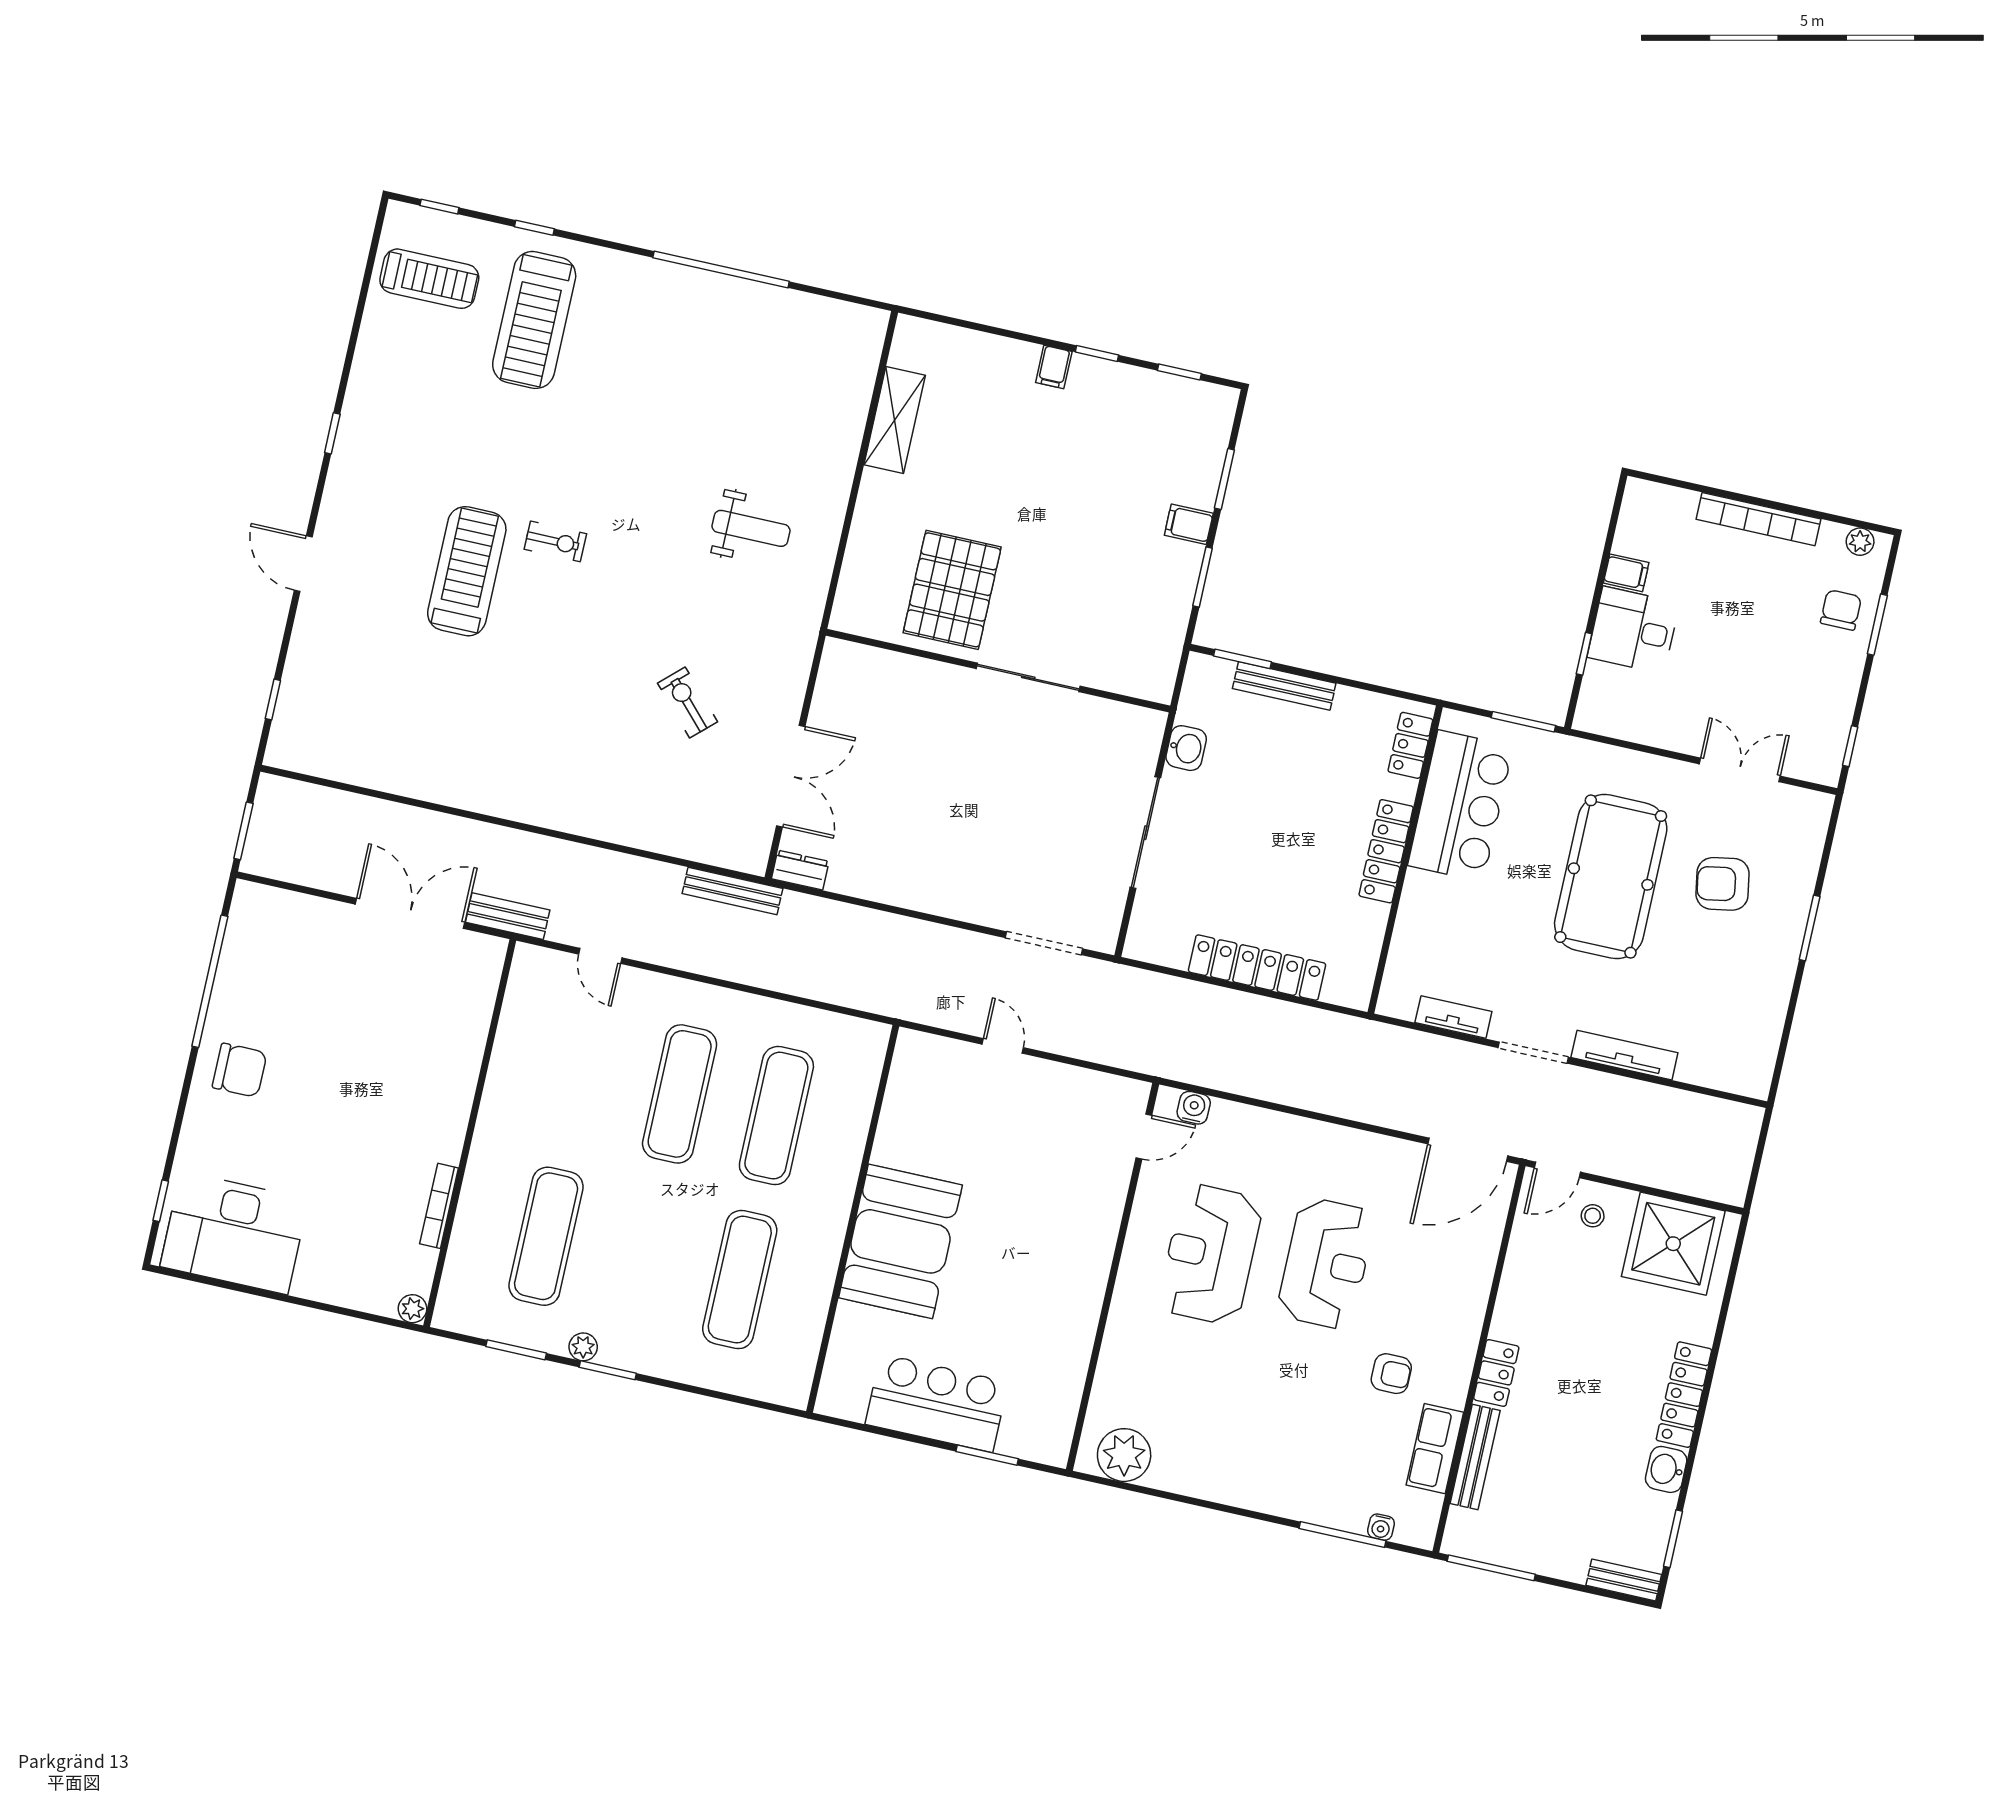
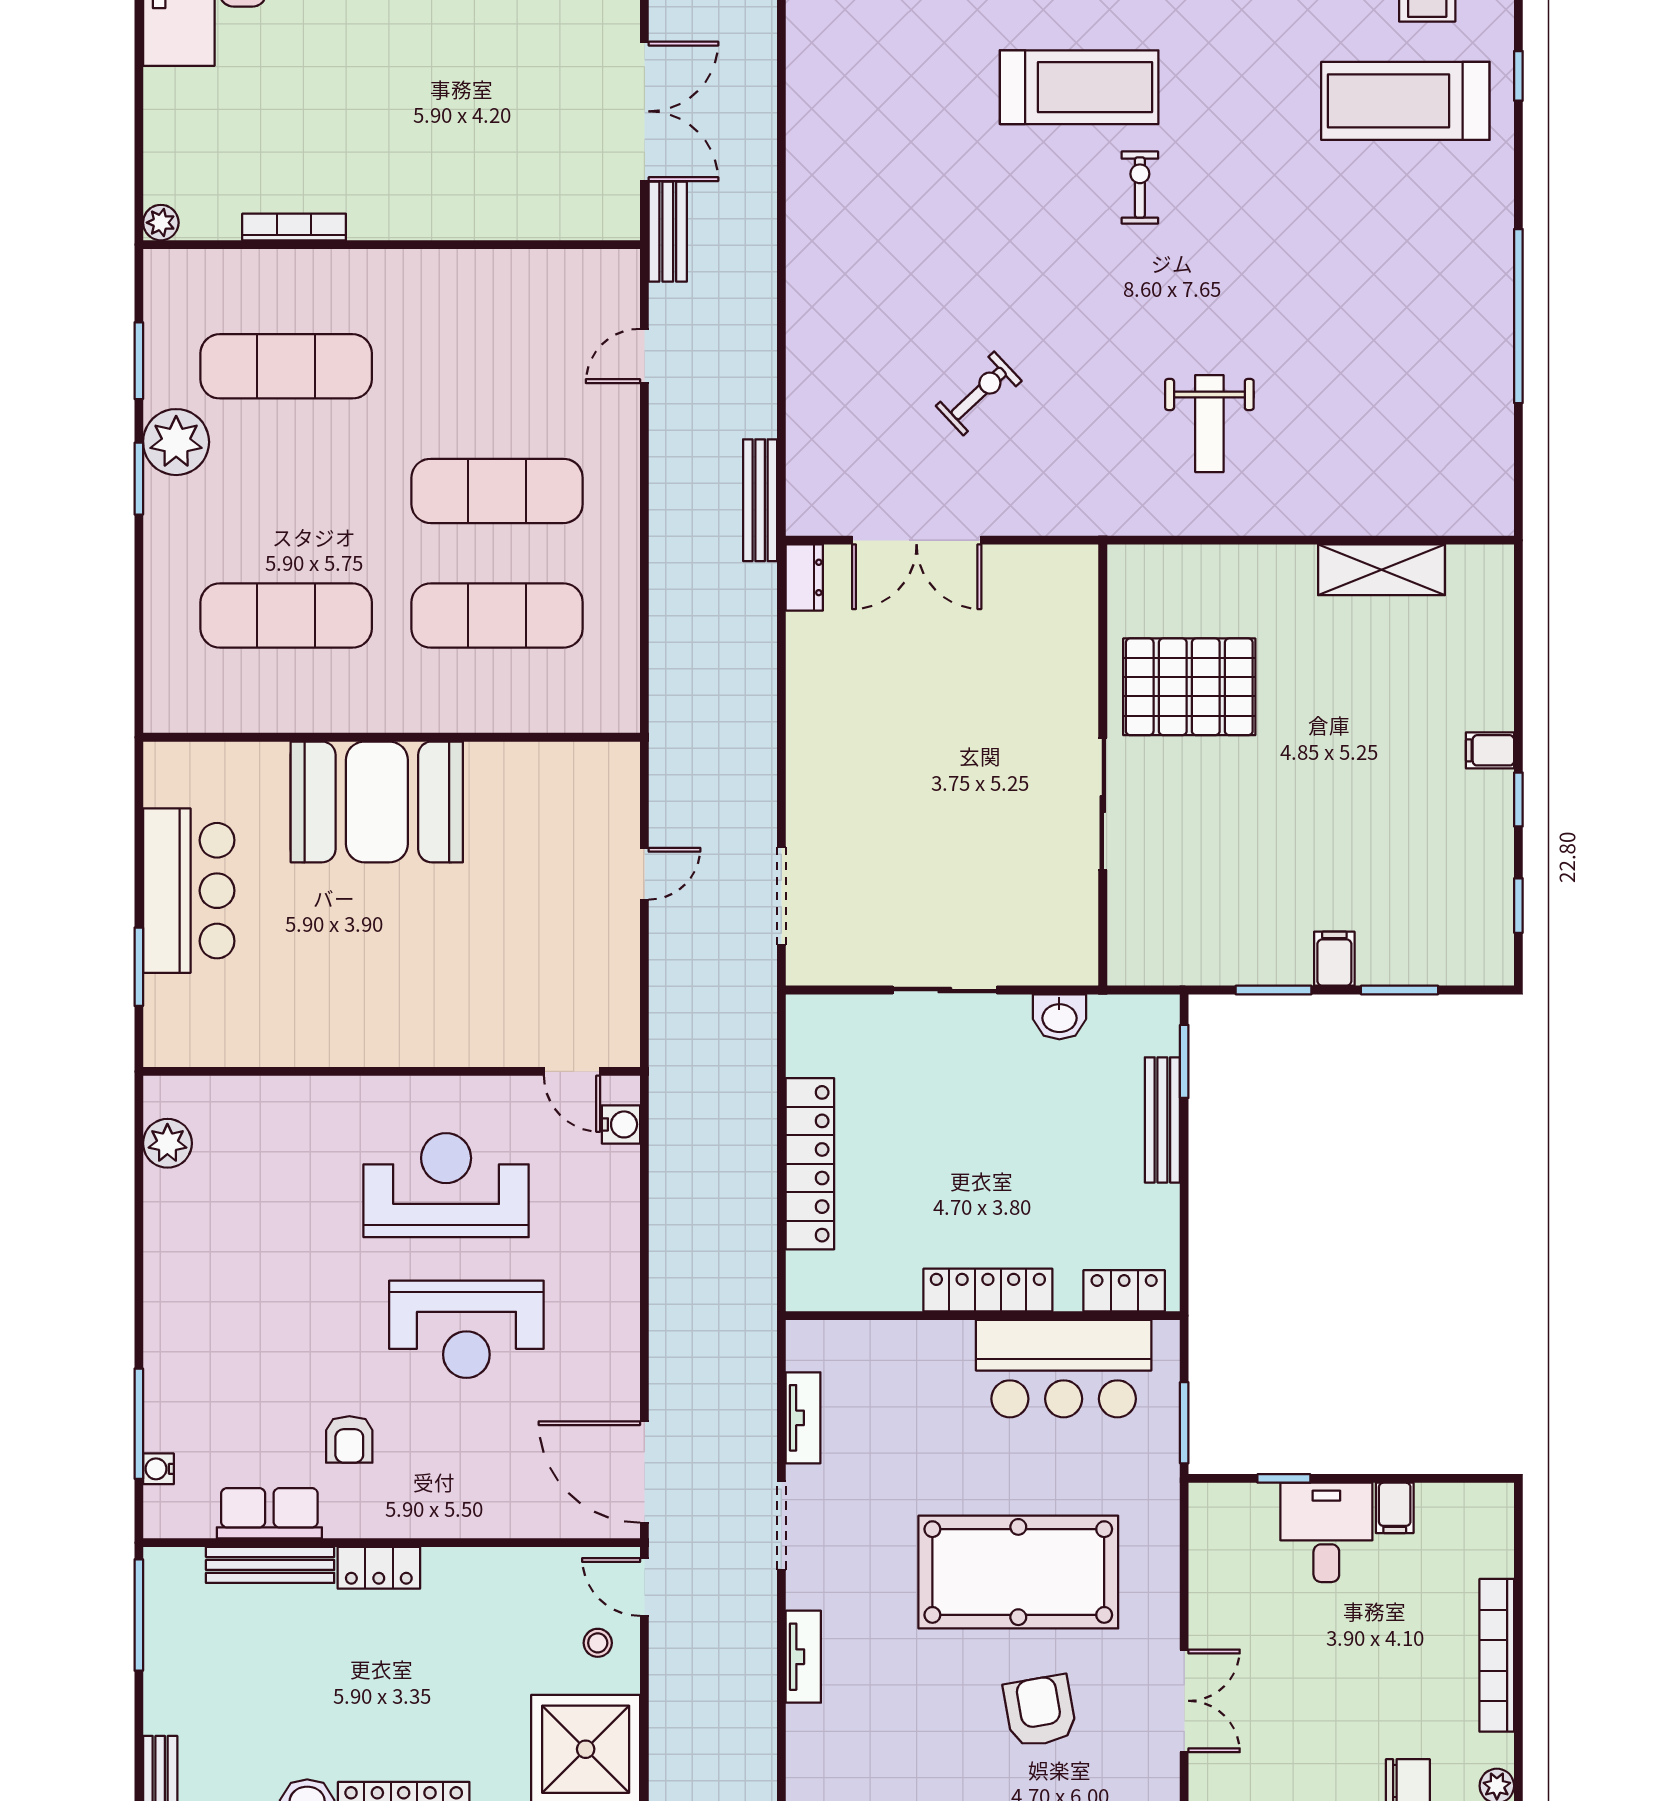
exercise bike: (555, 541) -> (1140, 188), turned 180
sliding door: (1145, 833) -> (945, 990), width x0.73
tv unit: (1624, 1055) -> (803, 1657), width x0.71
plant: (583, 1347) -> (176, 442), width x1.88, depth x1.88
plant: (1124, 1455) -> (167, 1143), width x0.73, depth x0.73

